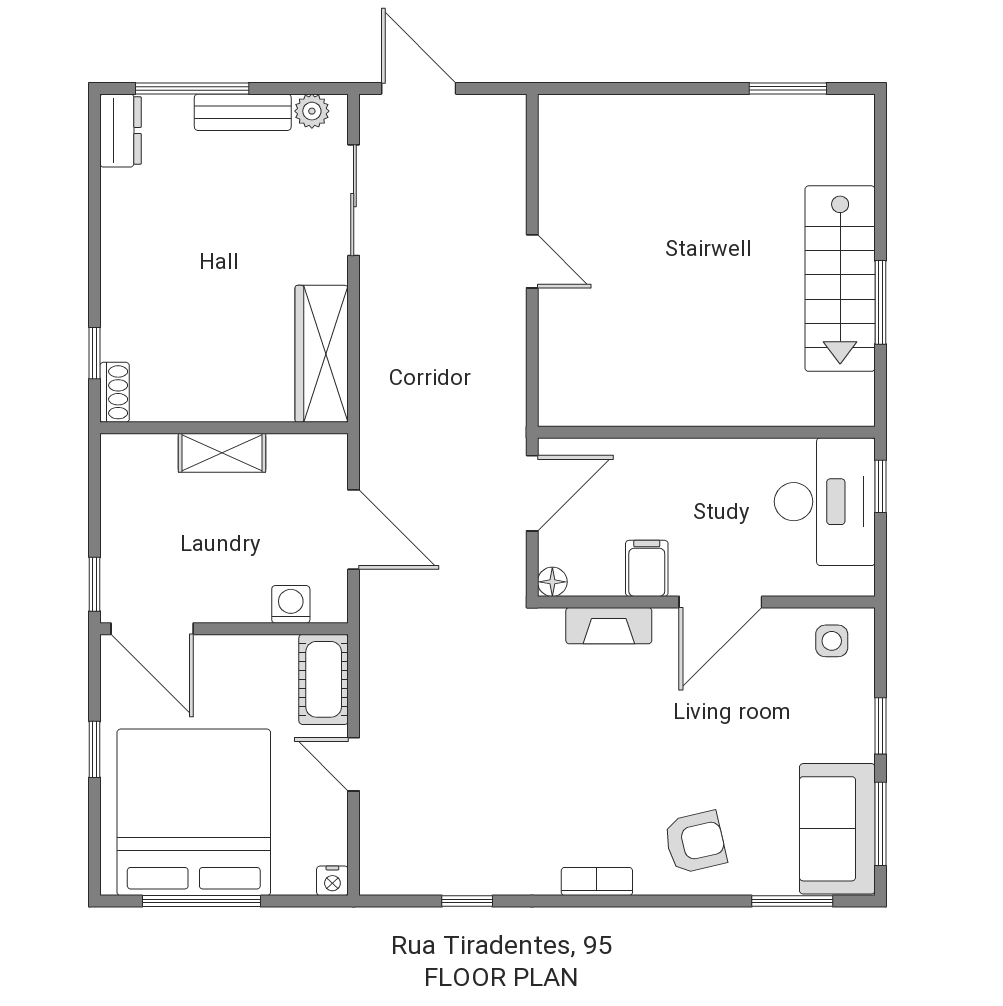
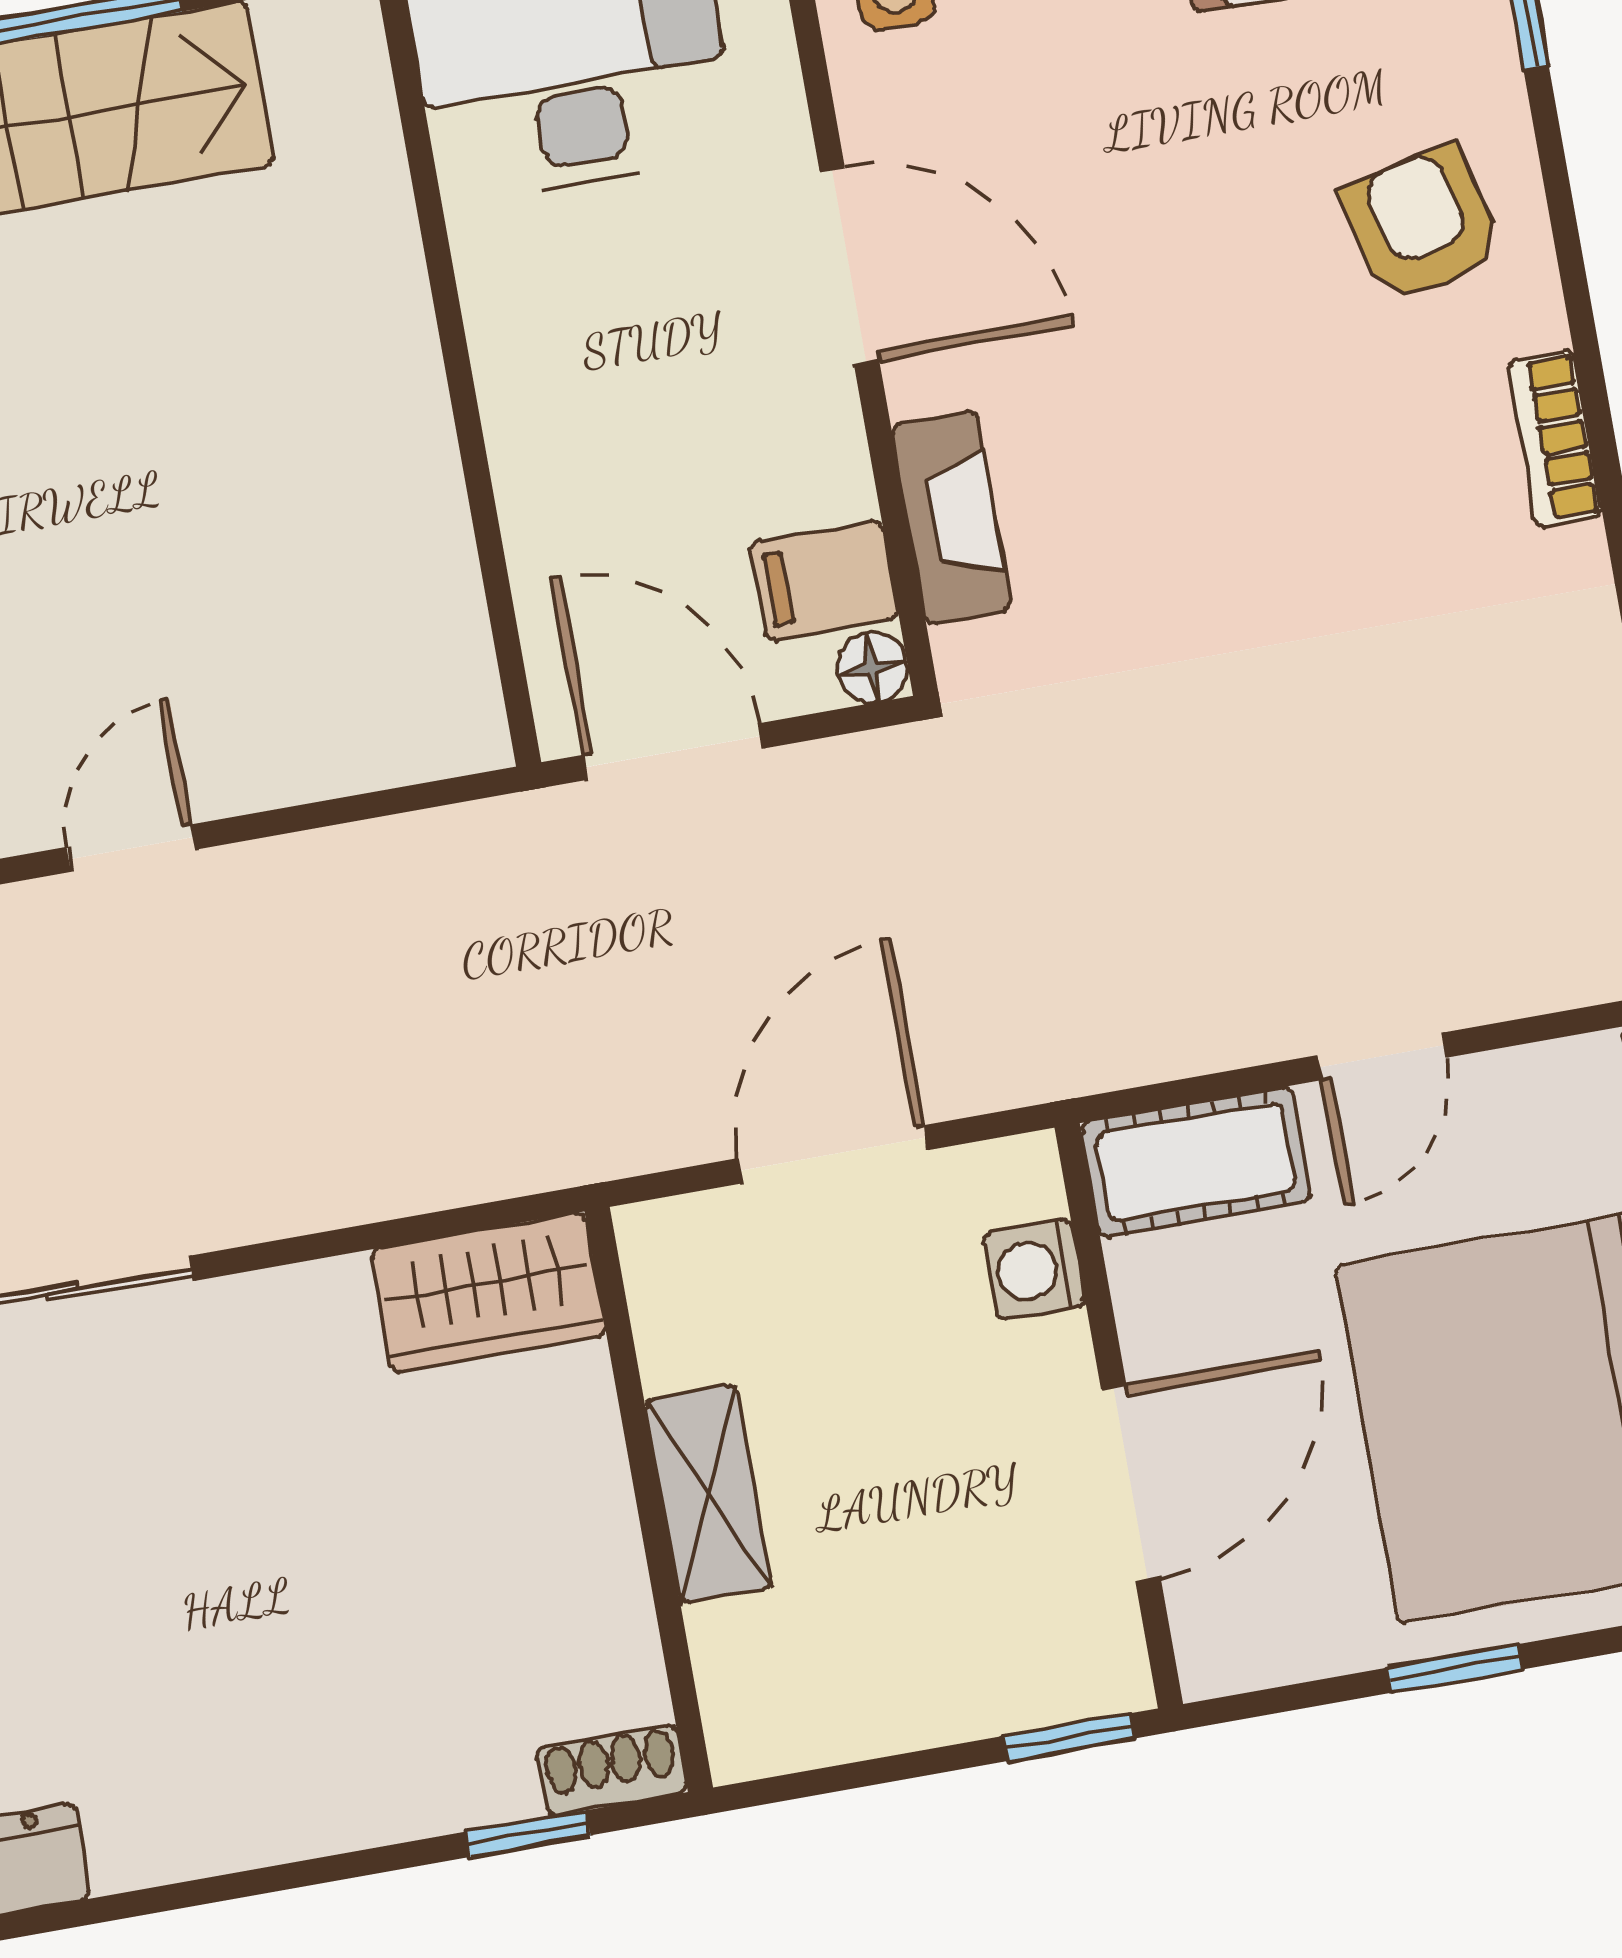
wardrobe: (322, 354) -> (489, 1293), width x0.67
filing cabinet: (647, 568) -> (824, 581), moved
door: (152, 629) -> (1131, 1484), moved

